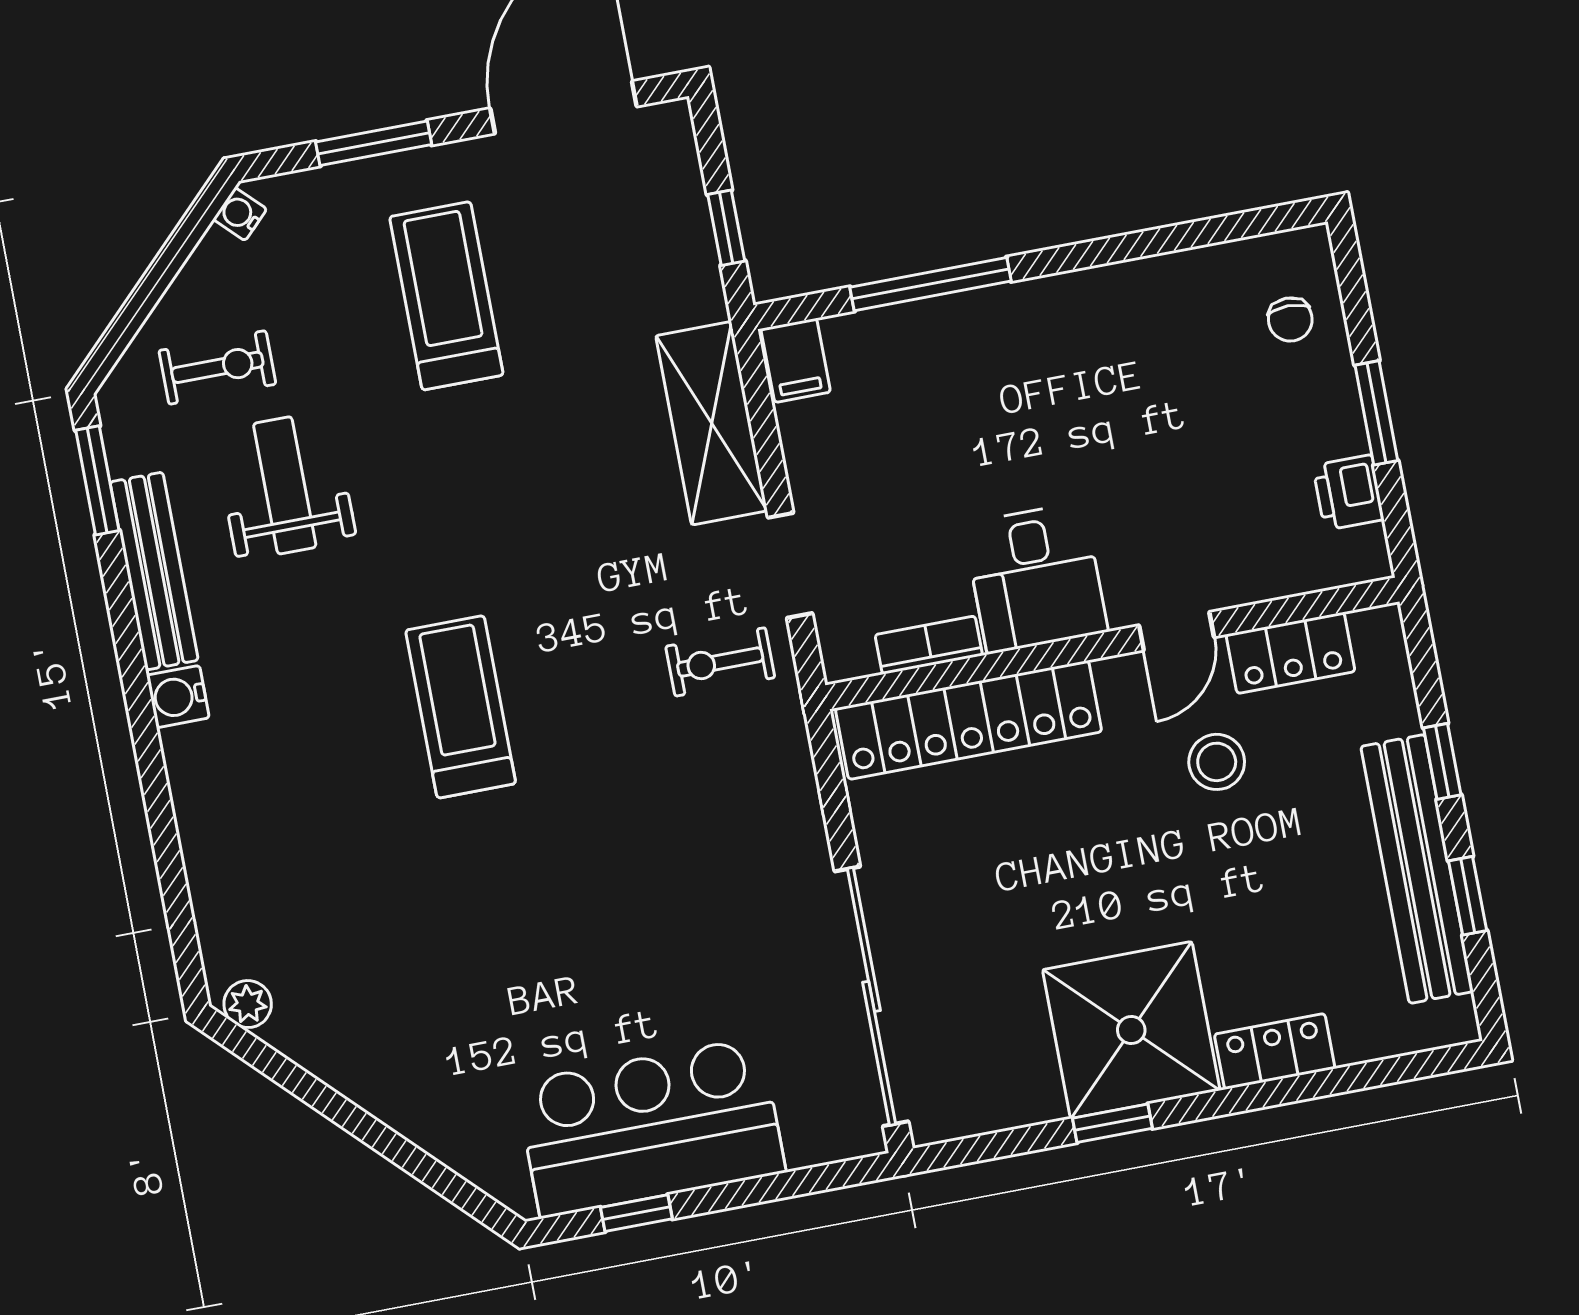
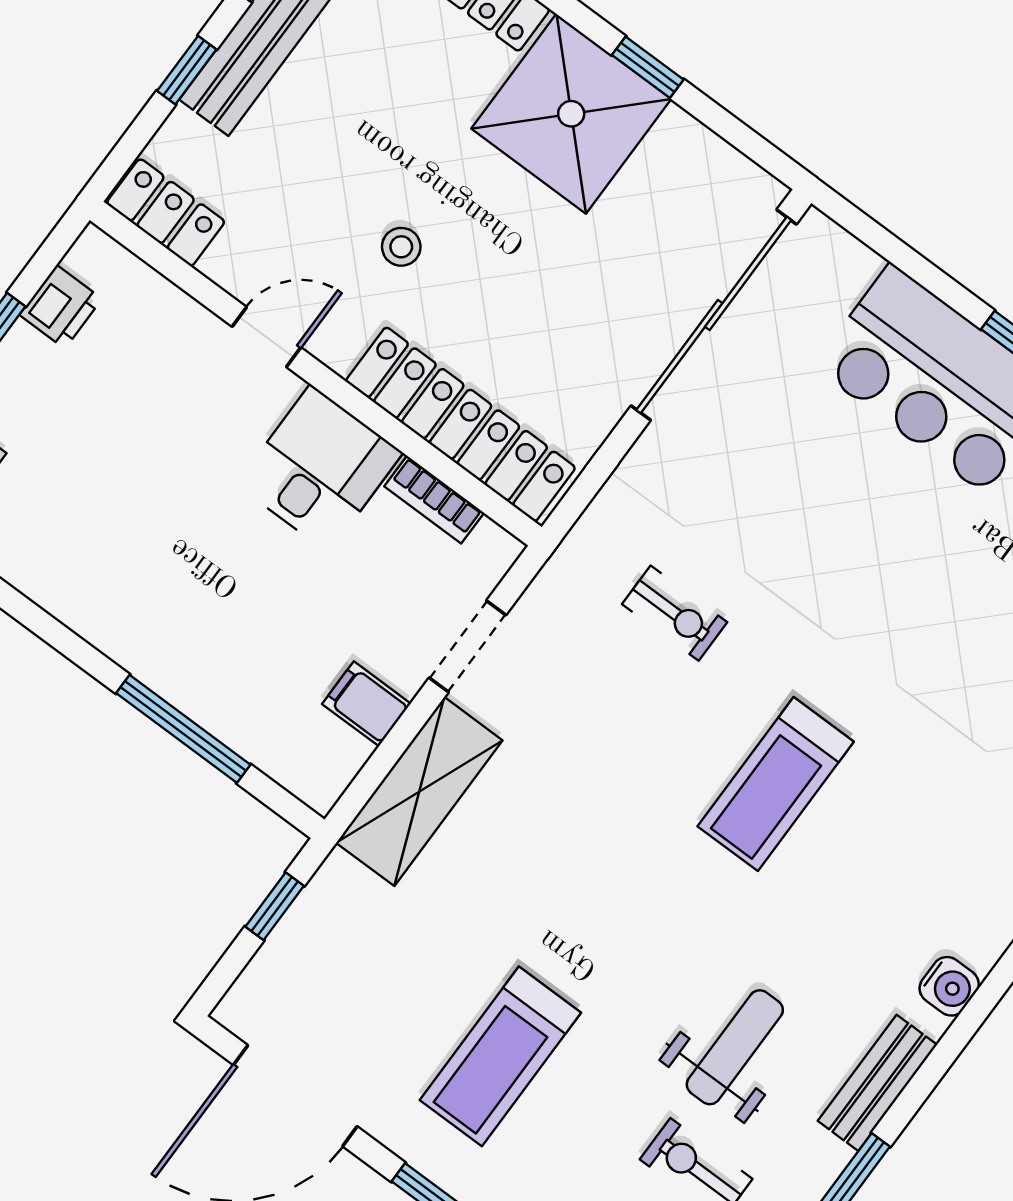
filing cabinet: (796, 360) -> (366, 704), moved, turned -90
weight bench: (285, 485) -> (735, 1047), turned 180
bench: (154, 571) -> (877, 1083), width x0.73
locker: (1291, 653) -> (166, 212), moved
exercise bike: (720, 662) -> (675, 613), moved
stool: (1217, 762) -> (401, 247), moved, width x0.73, depth x0.73

